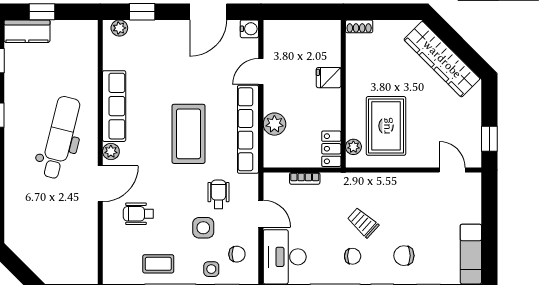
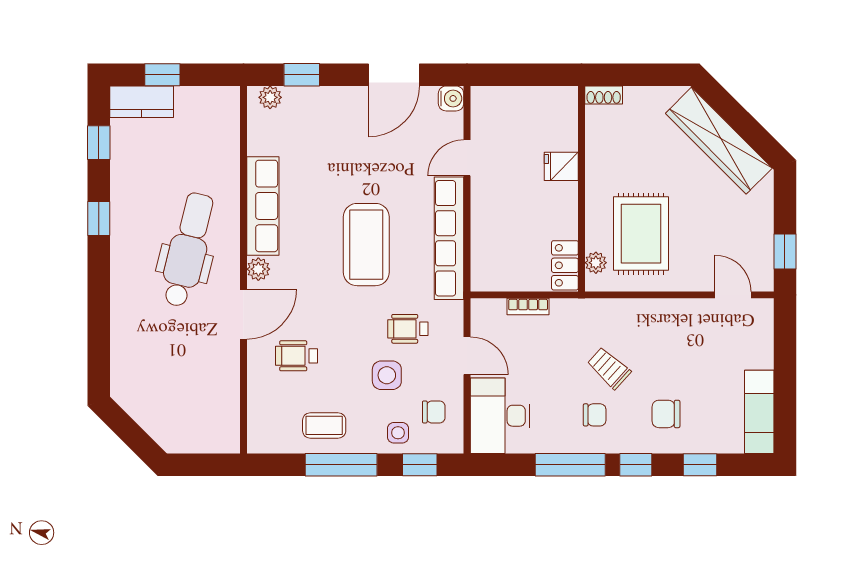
plant: (274, 124) -> (486, 231), removed
wheelchair: (218, 194) -> (408, 329), turned -90

